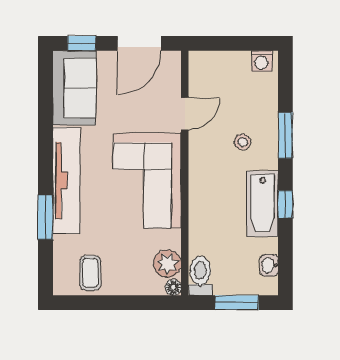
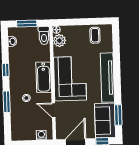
washing machine: (262, 61) -> (41, 135), moved
door: (185, 114) -> (54, 110), hinge flipped
bathtub: (263, 204) -> (44, 77), moved, turned 180
window: (46, 217) -> (118, 115), moved

